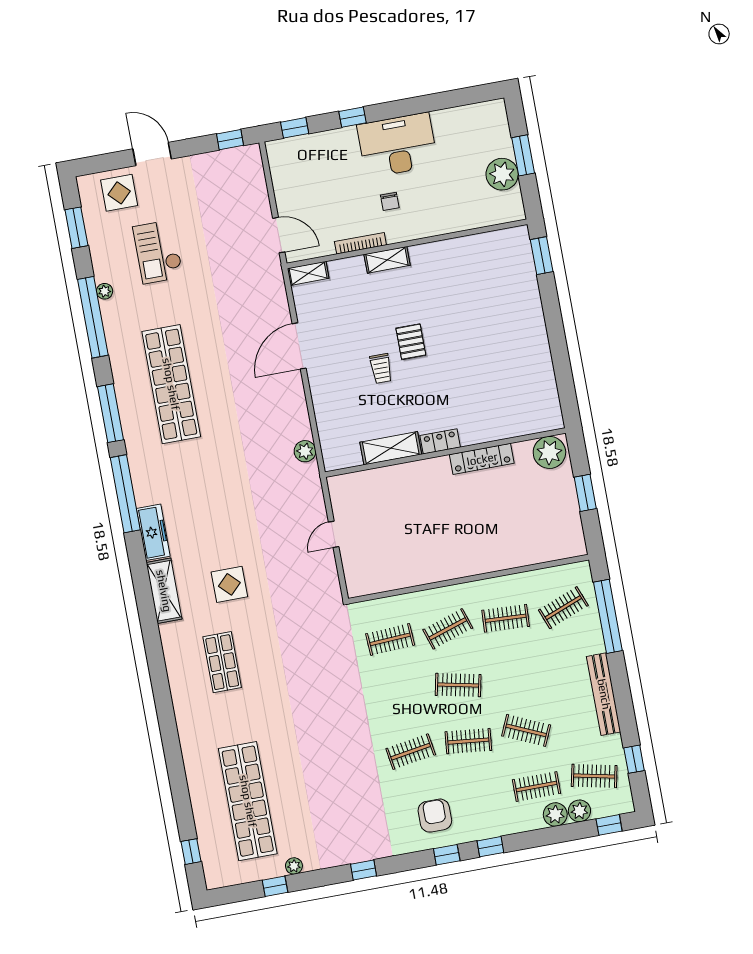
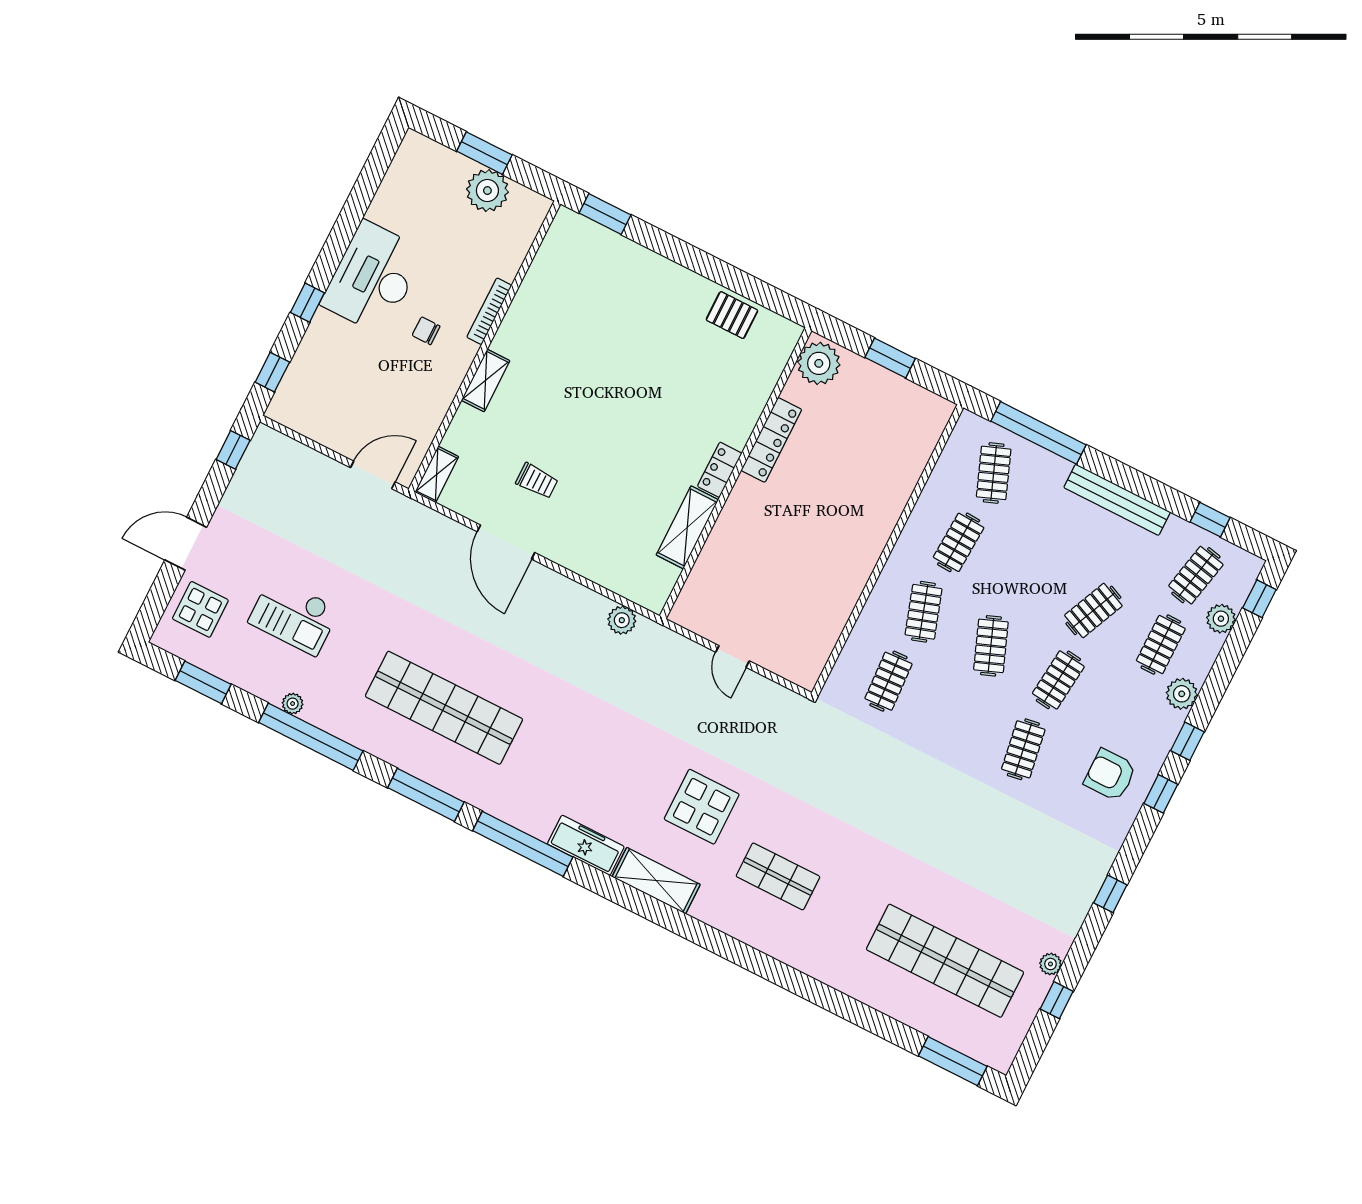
chair: (390, 201) -> (426, 331), turned 180
bookcase: (360, 243) -> (489, 311), moved
pallet: (411, 342) -> (732, 315), moved
trolley: (381, 368) -> (537, 481), moved
display table: (229, 584) -> (702, 807), width x1.36, depth x1.36
clothes rail: (458, 685) -> (991, 646), turned -33
plant: (555, 814) -> (1182, 694), moved
window: (191, 852) -> (953, 1061), width x2.17

